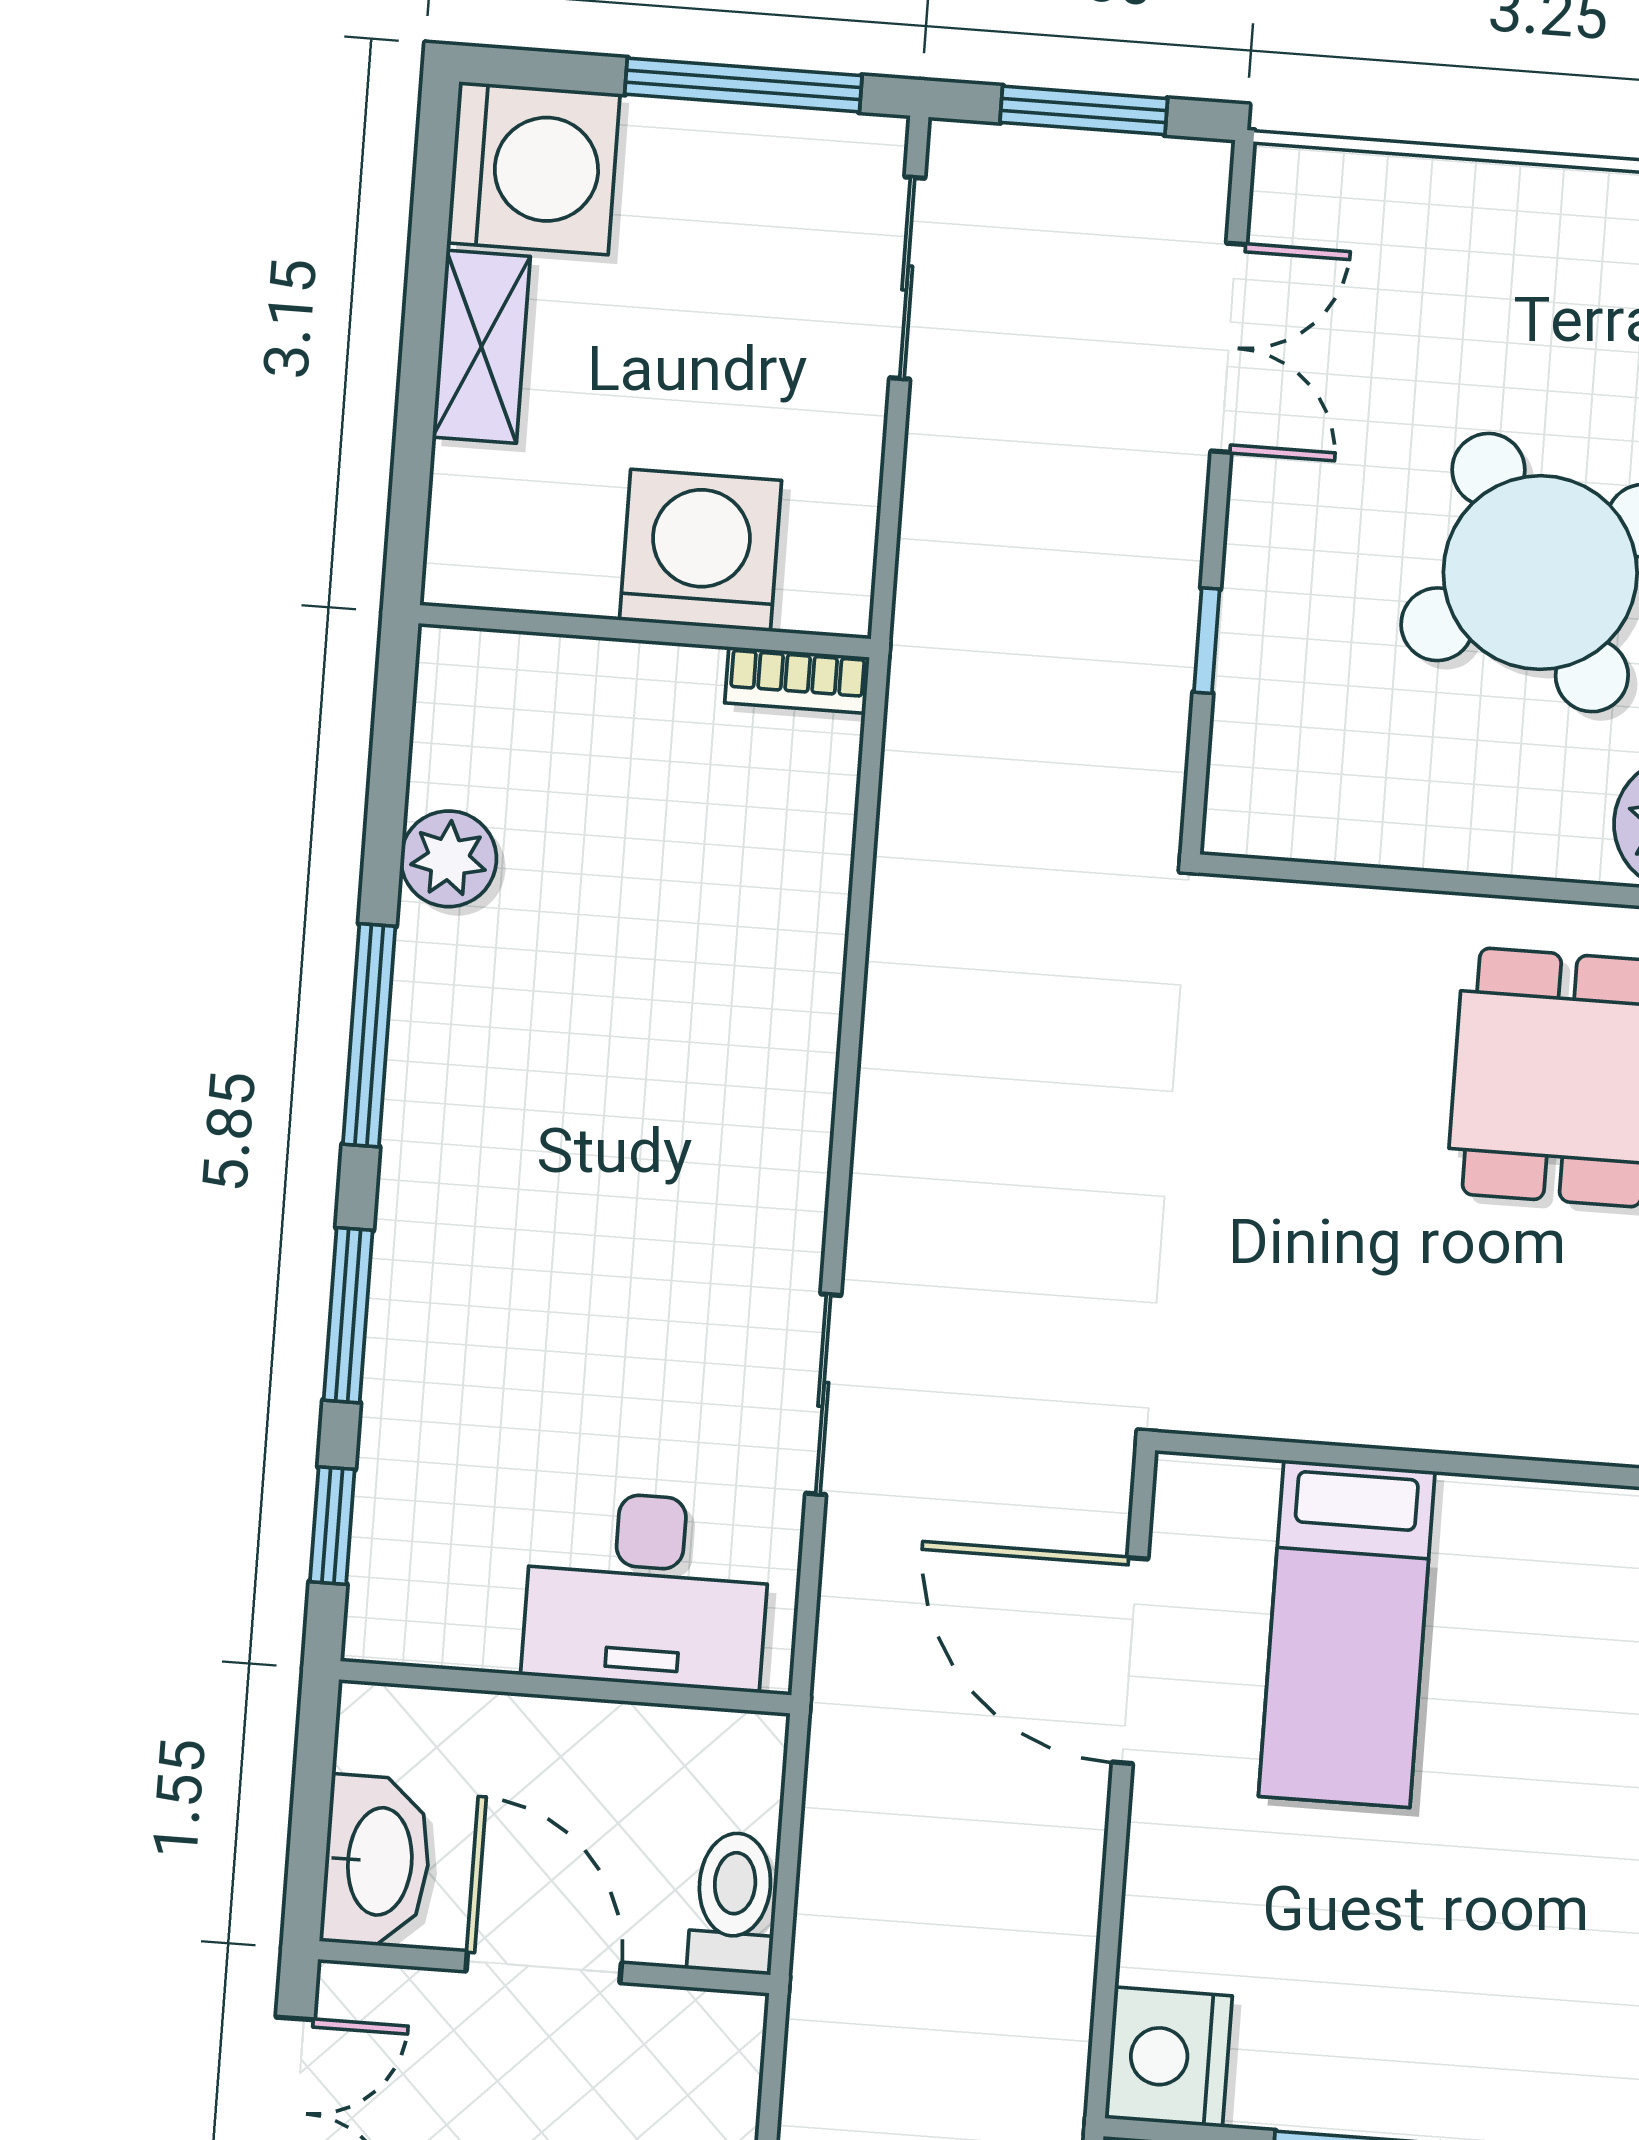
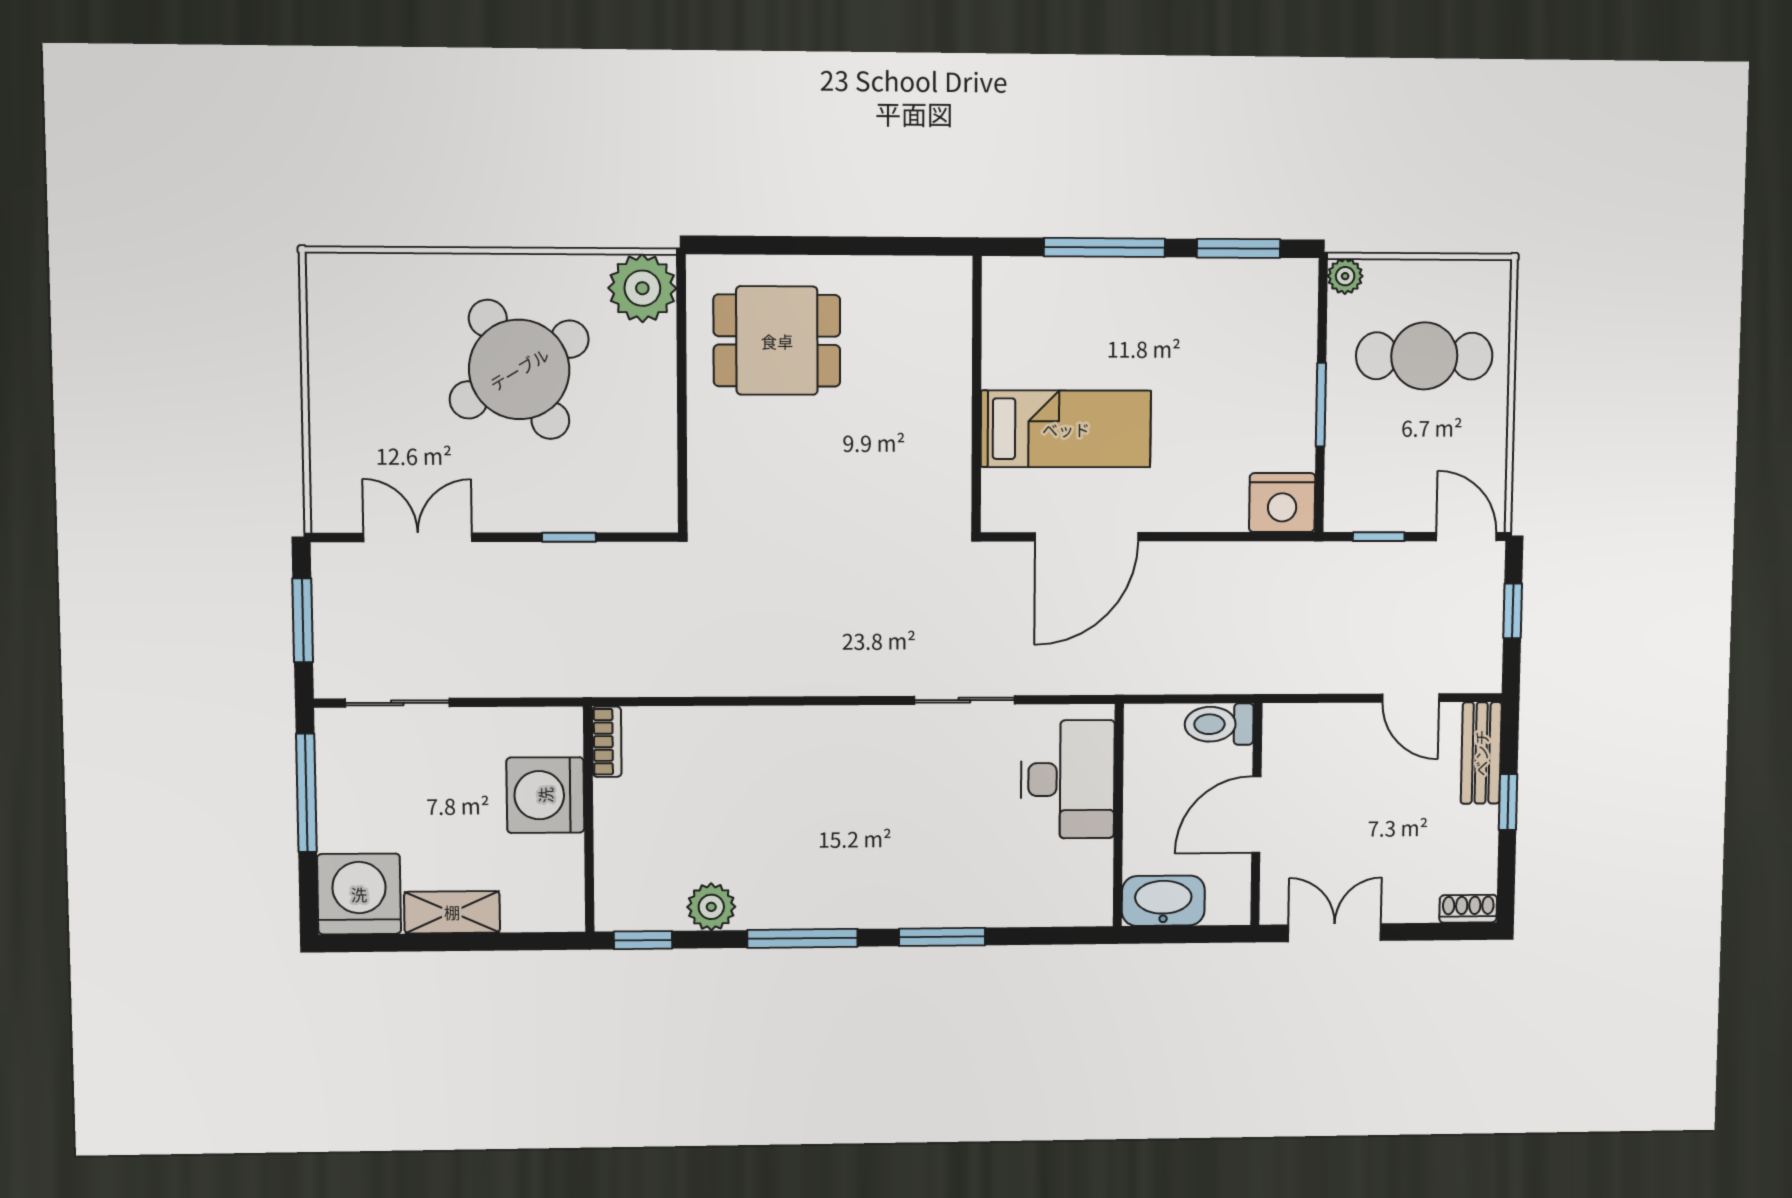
window: (332, 1526) -> (643, 940), moved
washbasin: (377, 1861) -> (1163, 901), moved

